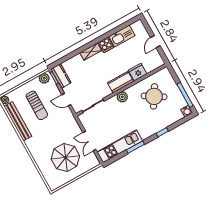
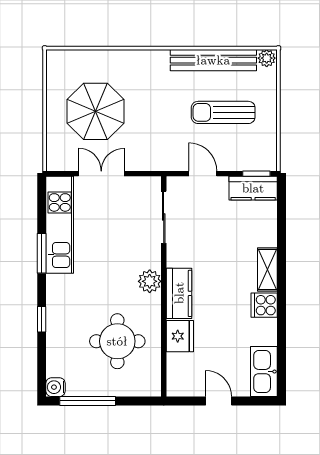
kitchen sink: (122, 36) -> (264, 372), moved
plant: (44, 78) -> (266, 154), removed
round table: (154, 96) -> (117, 341), turned -32
door: (66, 100) -> (203, 174), hinge flipped

